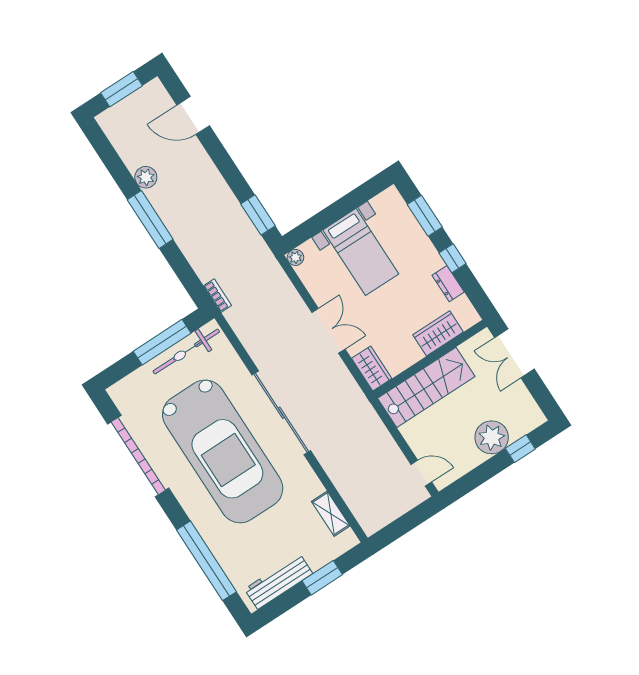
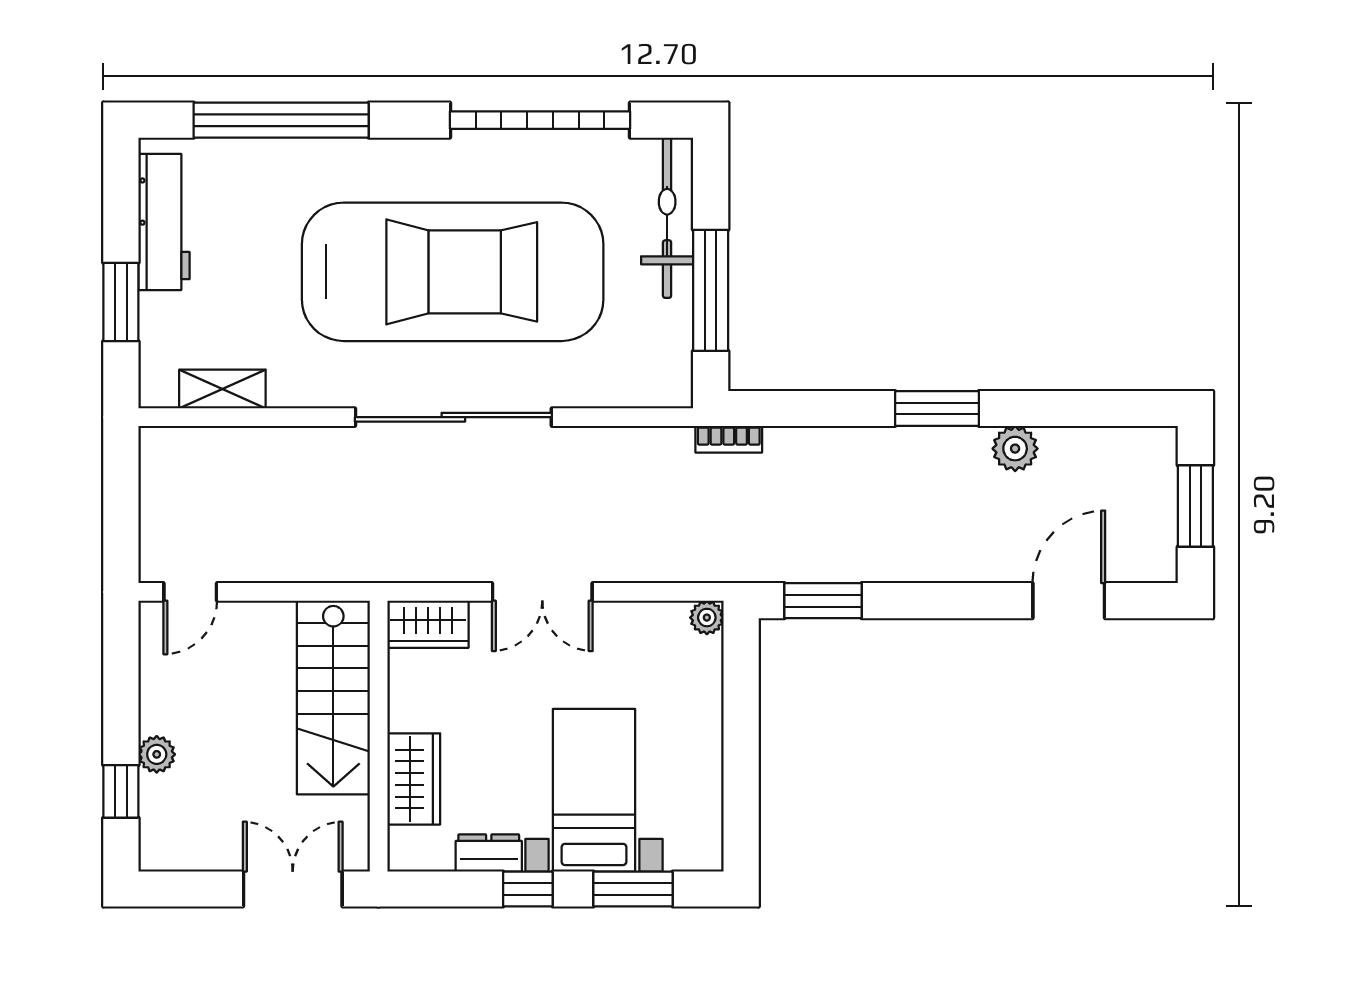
window: (150, 219) -> (937, 408), width x0.69
bed with nightstands: (361, 252) -> (594, 790), moved, turned 90
bicycle: (186, 352) -> (667, 218), moved
plant: (492, 437) -> (157, 754), width x0.53, depth x0.53
car: (223, 451) -> (453, 272), turned 180

